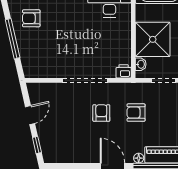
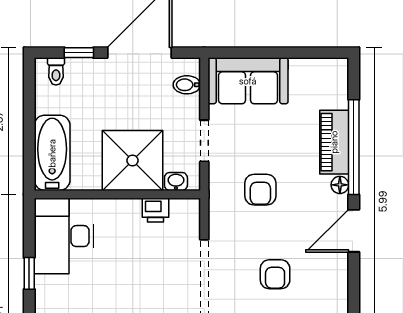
printer: (124, 71) -> (156, 210), moved, turned -90
armchair: (101, 113) -> (275, 274), moved, turned -90

